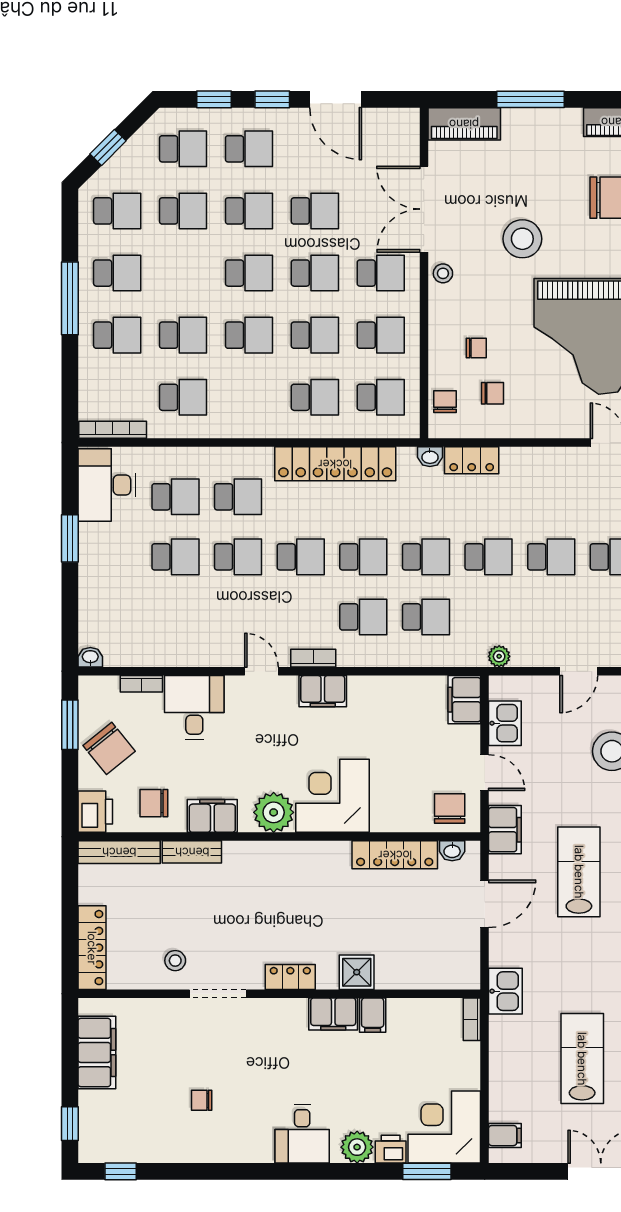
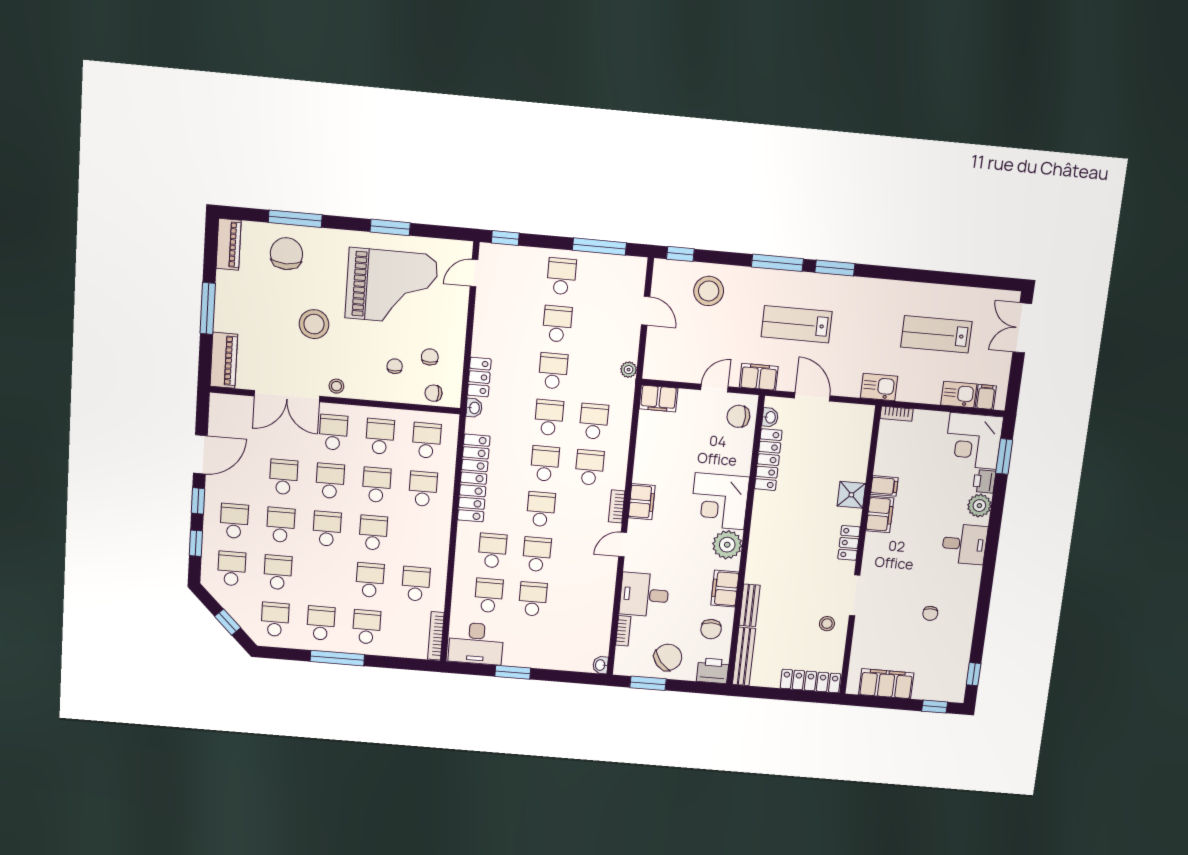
kitchen sink: (505, 723) -> (959, 395), moved

